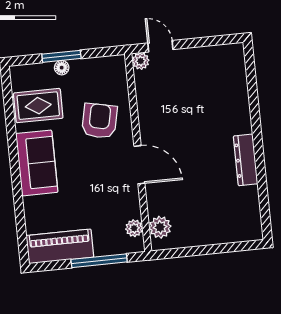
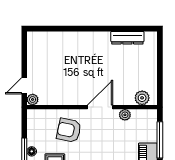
dresser: (246, 160) -> (127, 38), moved
plant: (134, 228) -> (125, 115), moved

